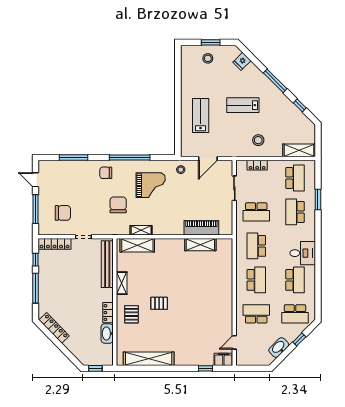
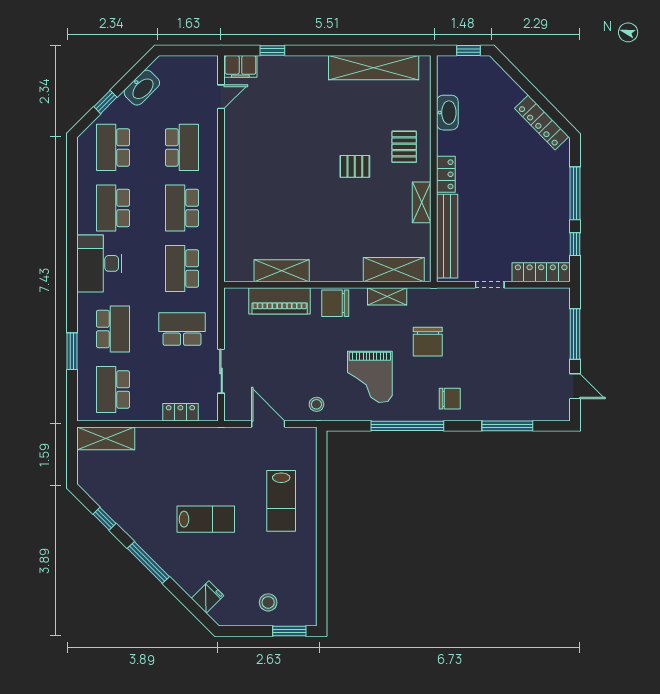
window: (211, 42) -> (289, 631), moved
stool: (258, 140) -> (178, 457), removed
door: (208, 159) -> (268, 424), hinge flipped
grand piano: (151, 185) -> (370, 377), turned -90
chair: (63, 213) -> (335, 303), moved
school desk: (256, 246) -> (182, 268), turned 180
desk: (303, 253) -> (99, 263), width x1.37
locker: (108, 313) -> (446, 174), moved
school desk: (256, 314) -> (182, 147), turned -90
school desk: (295, 314) -> (113, 147), turned -90

